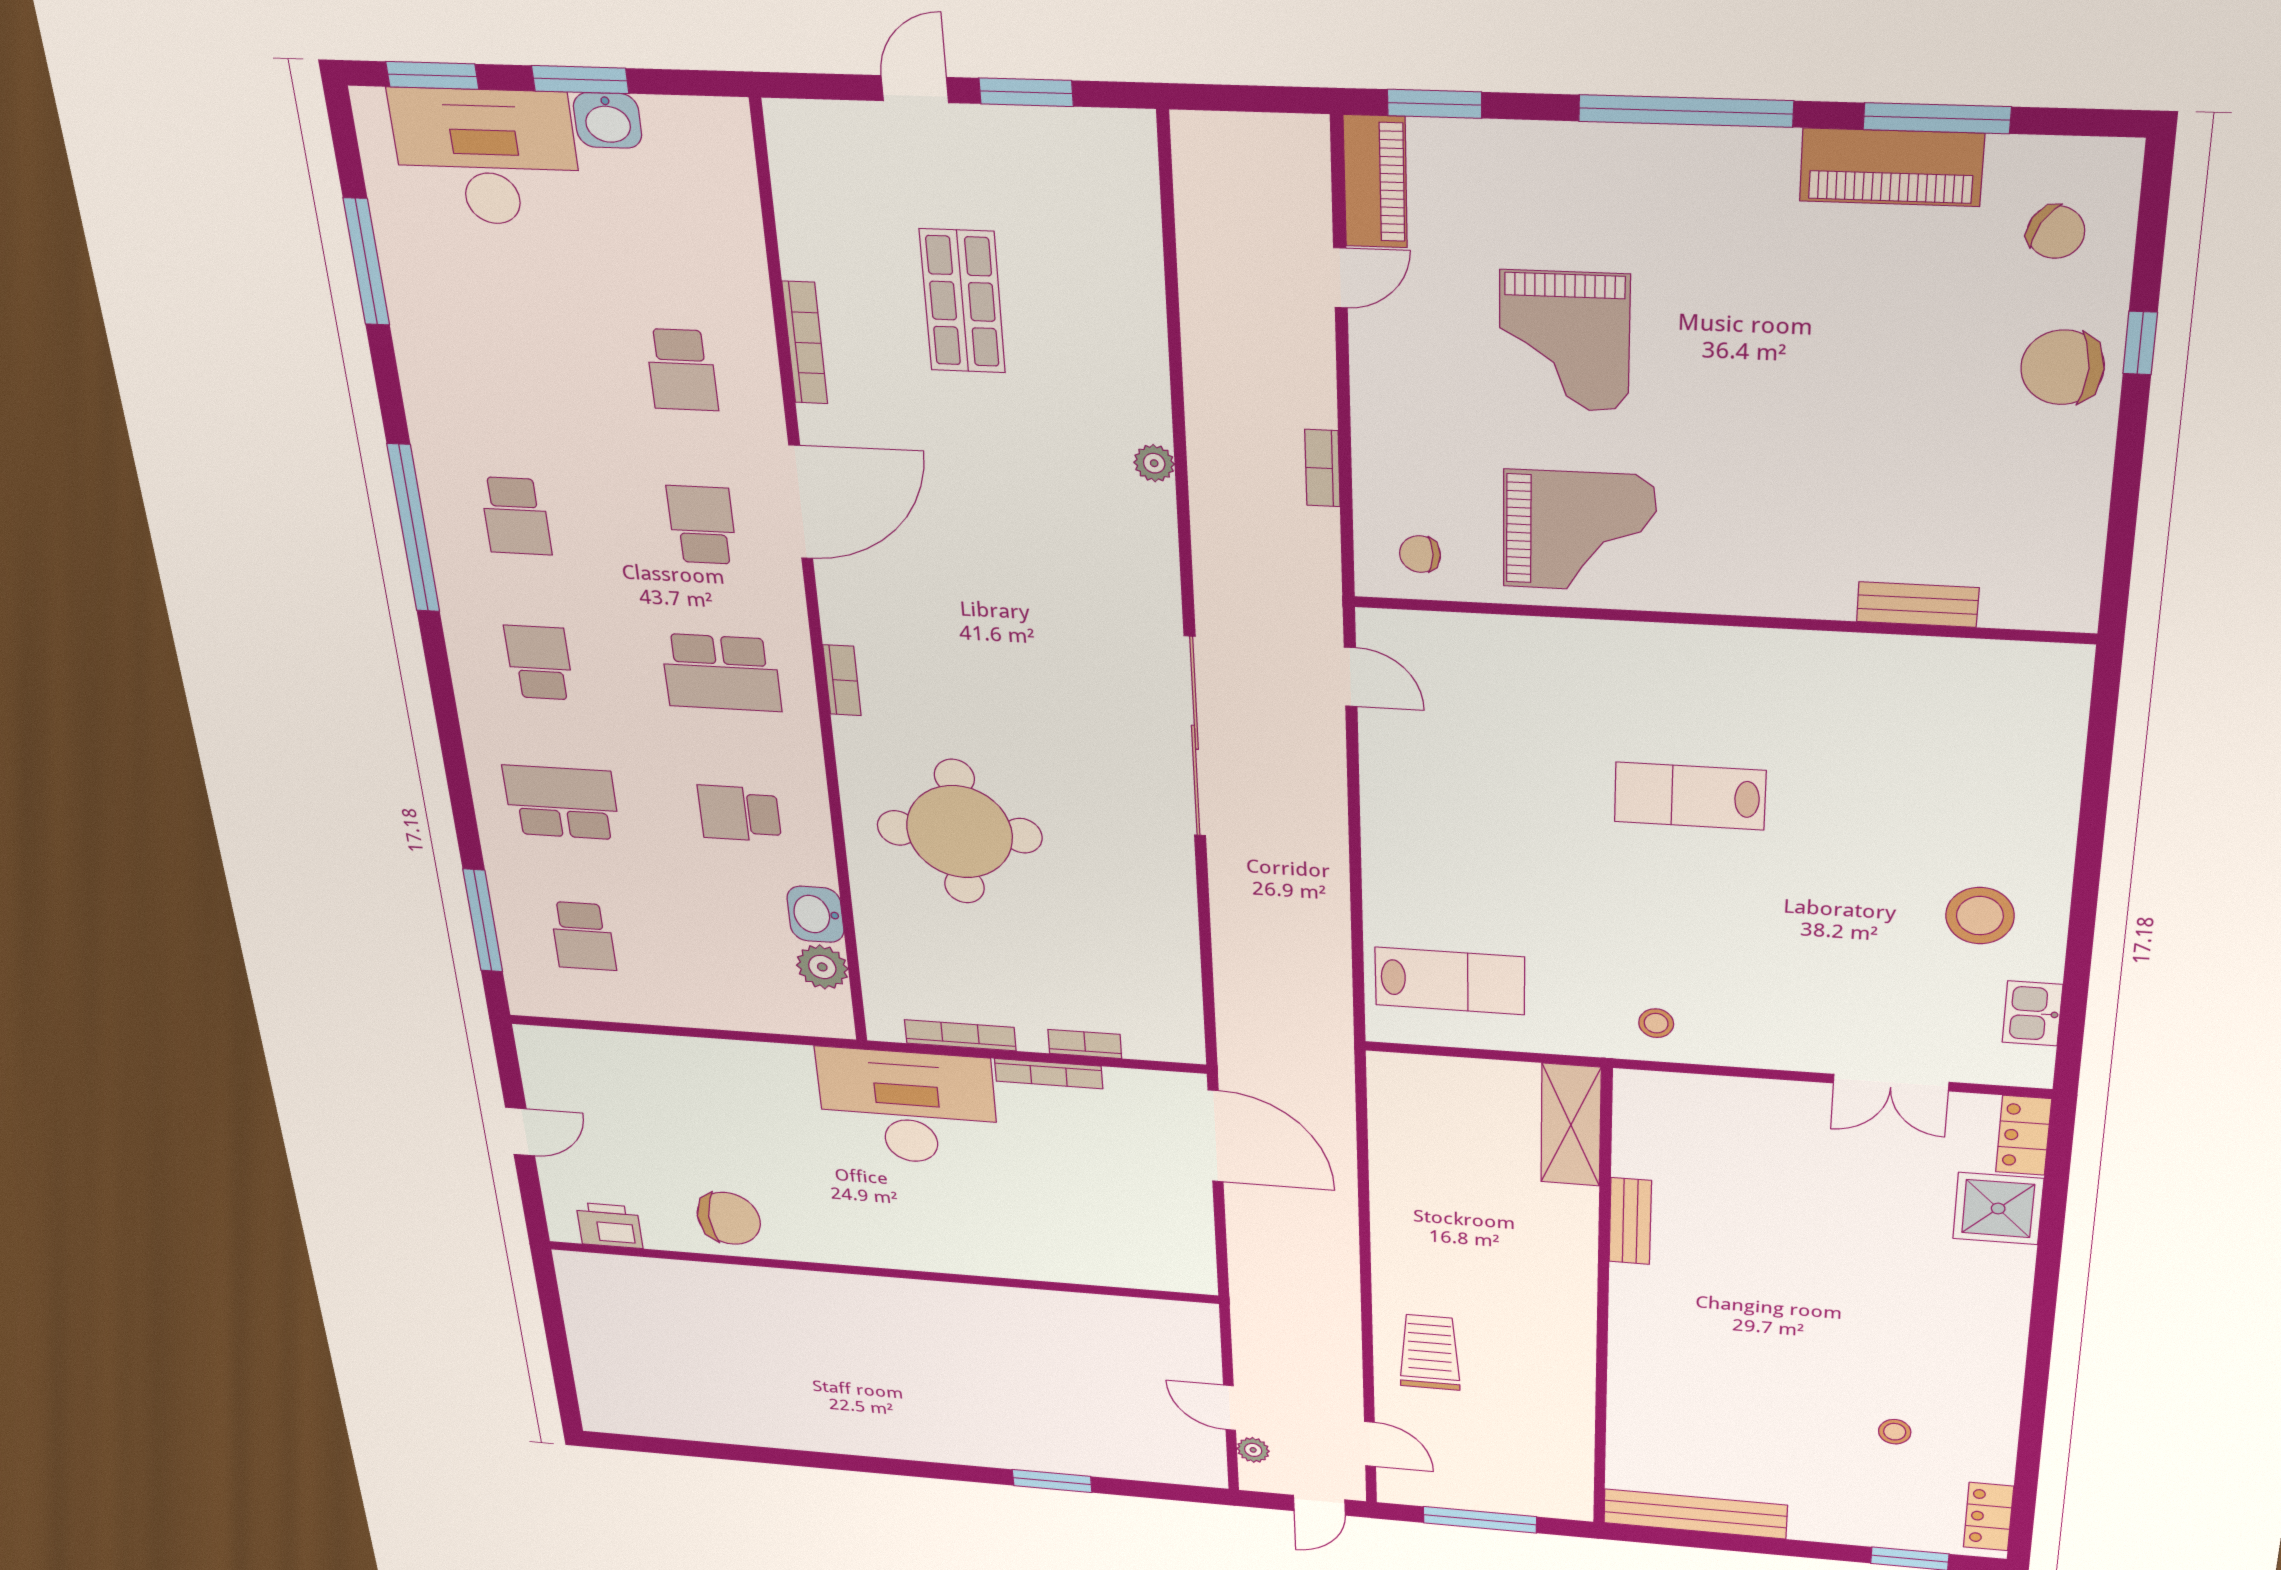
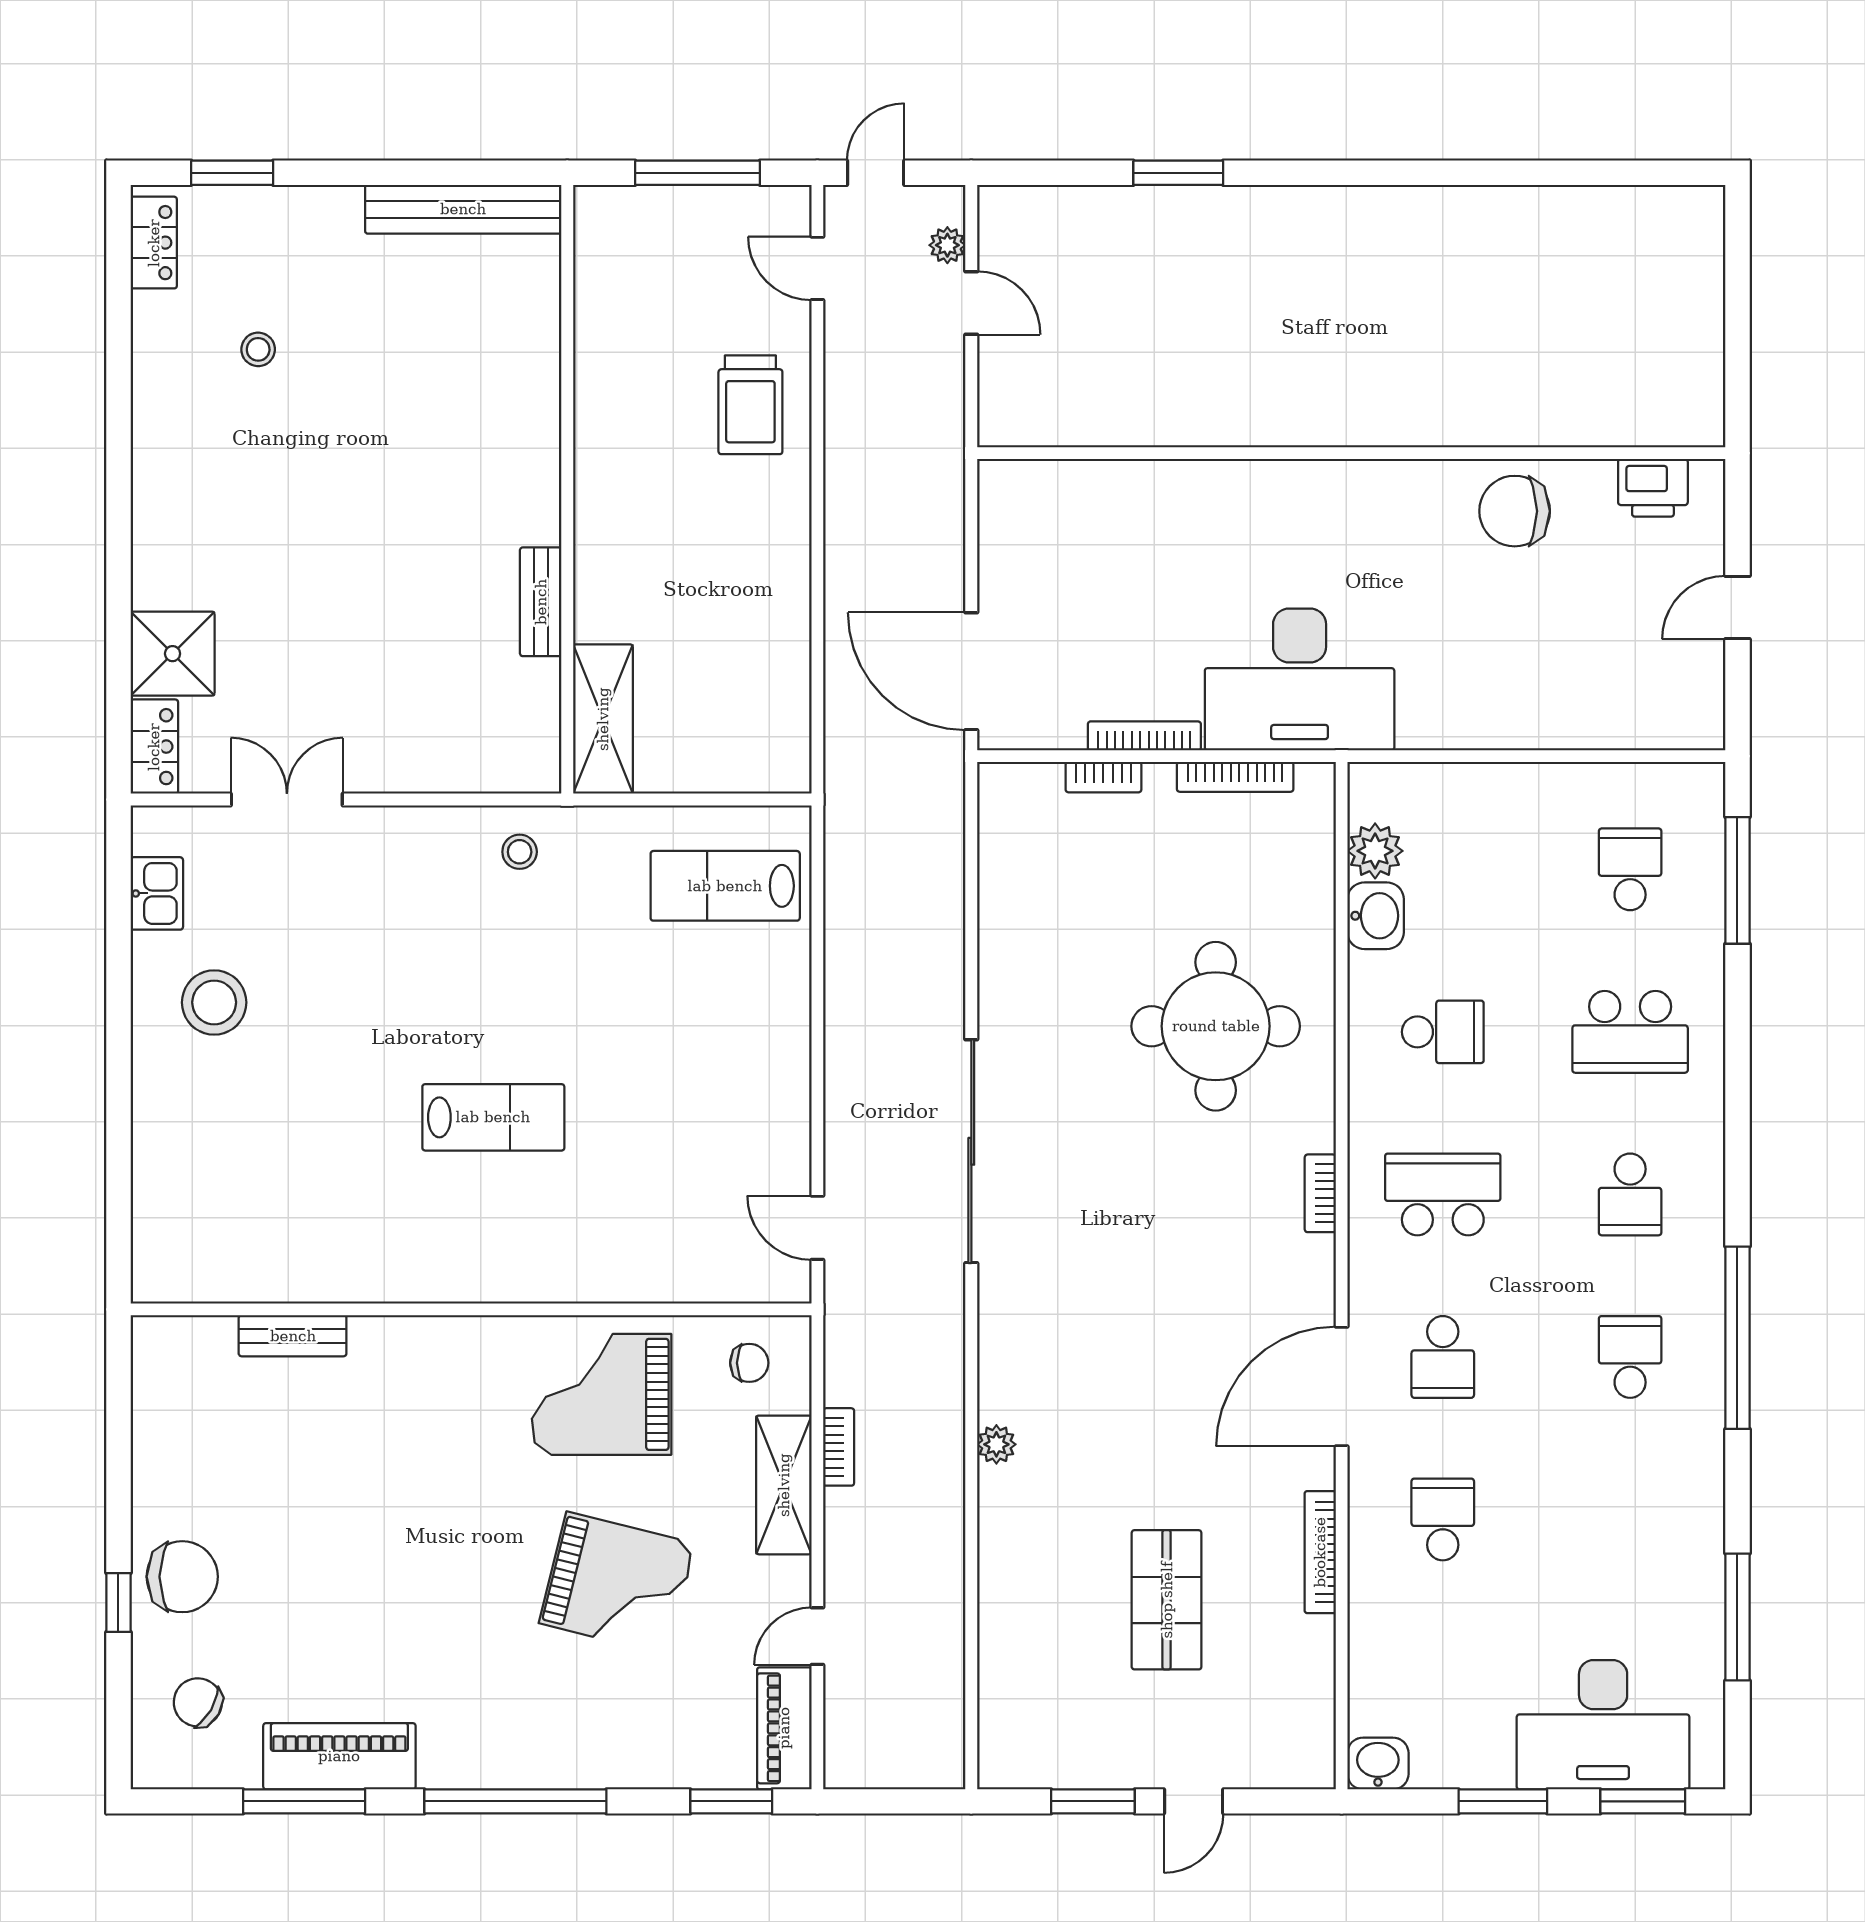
washbasin: (608, 120) -> (1378, 1763), moved
grand piano: (1564, 341) -> (617, 1583), turned 104
shelving: (1381, 433) -> (784, 1485), added

